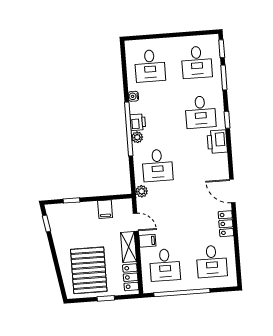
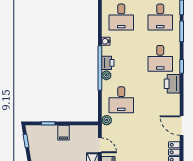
filing cabinet: (105, 209) -> (64, 133), moved

